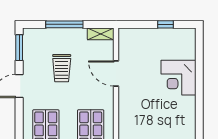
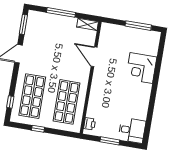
window: (166, 24) -> (138, 26), width x2.17
trolley: (62, 68) -> (53, 46), removed

